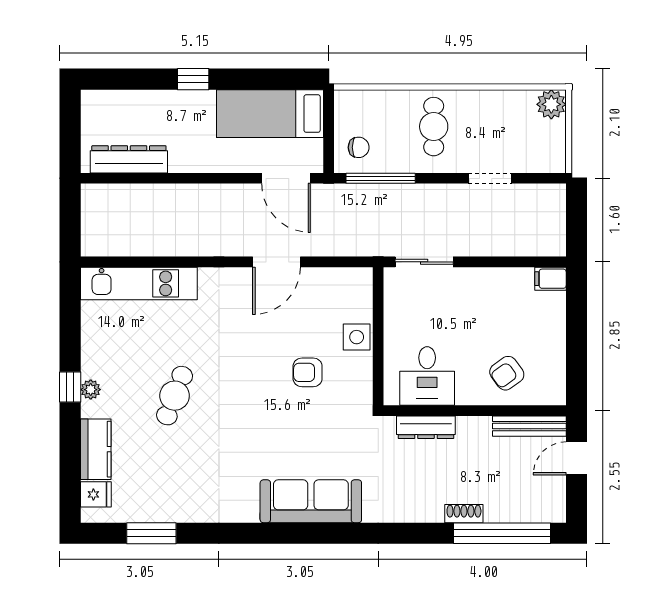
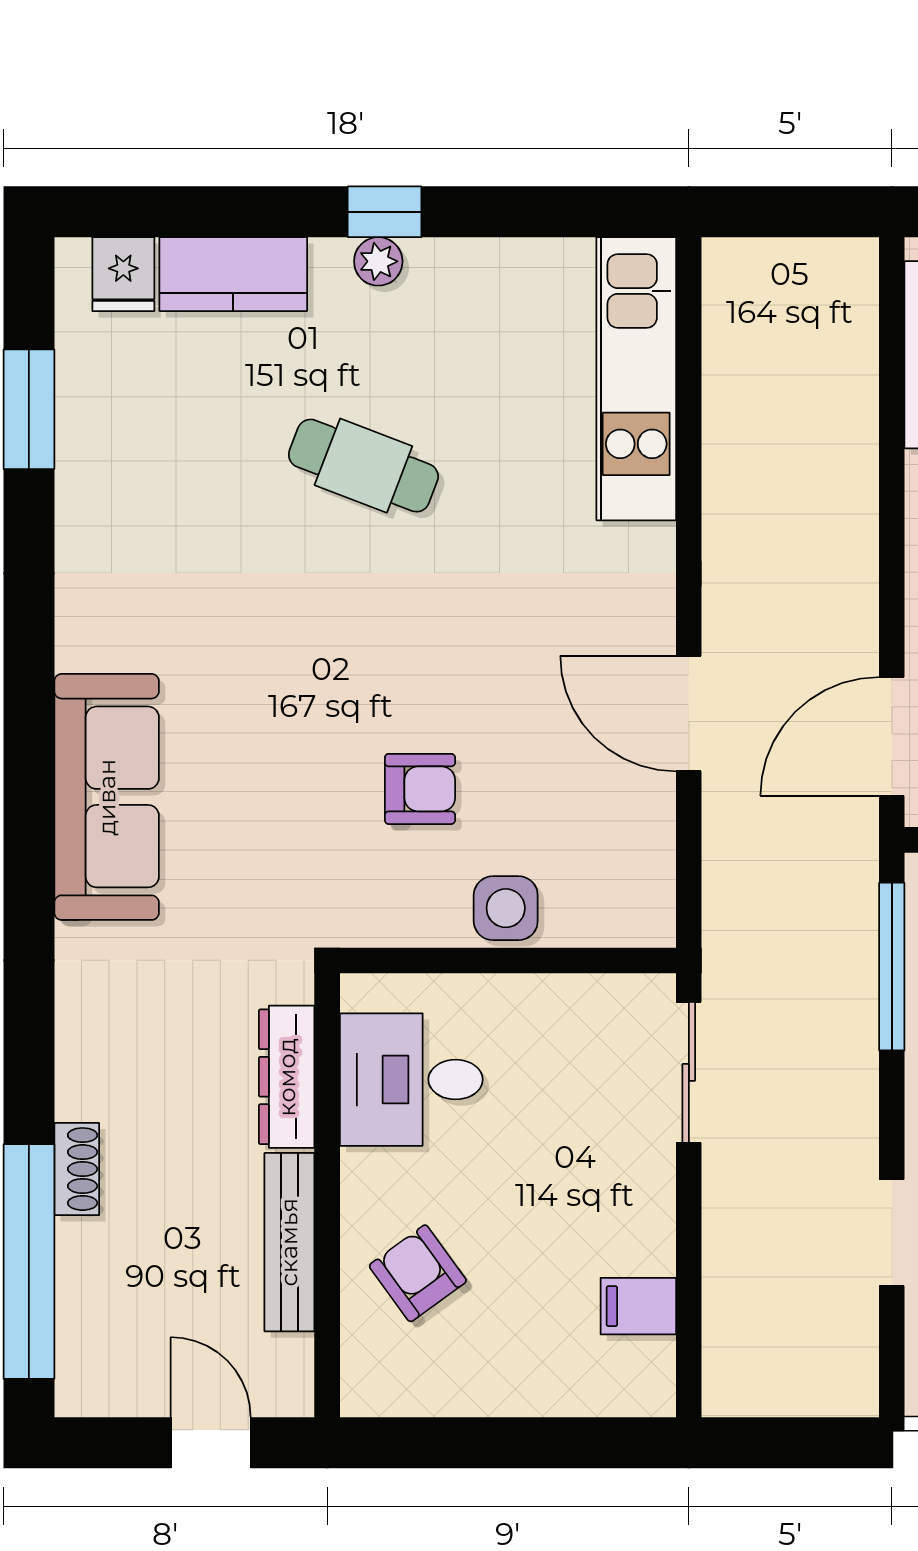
filing cabinet: (550, 279) -> (638, 1306), moved, turned -90
armchair: (308, 372) -> (420, 789), turned 90
bench: (529, 426) -> (289, 1242), moved

